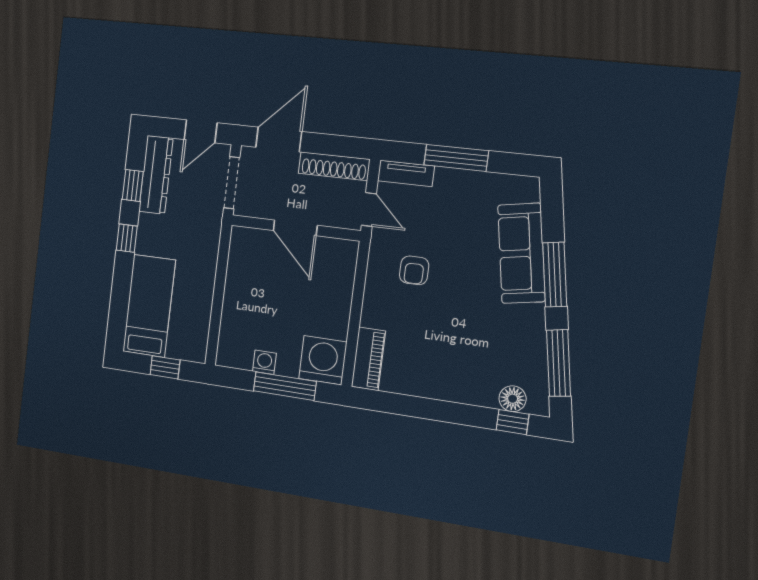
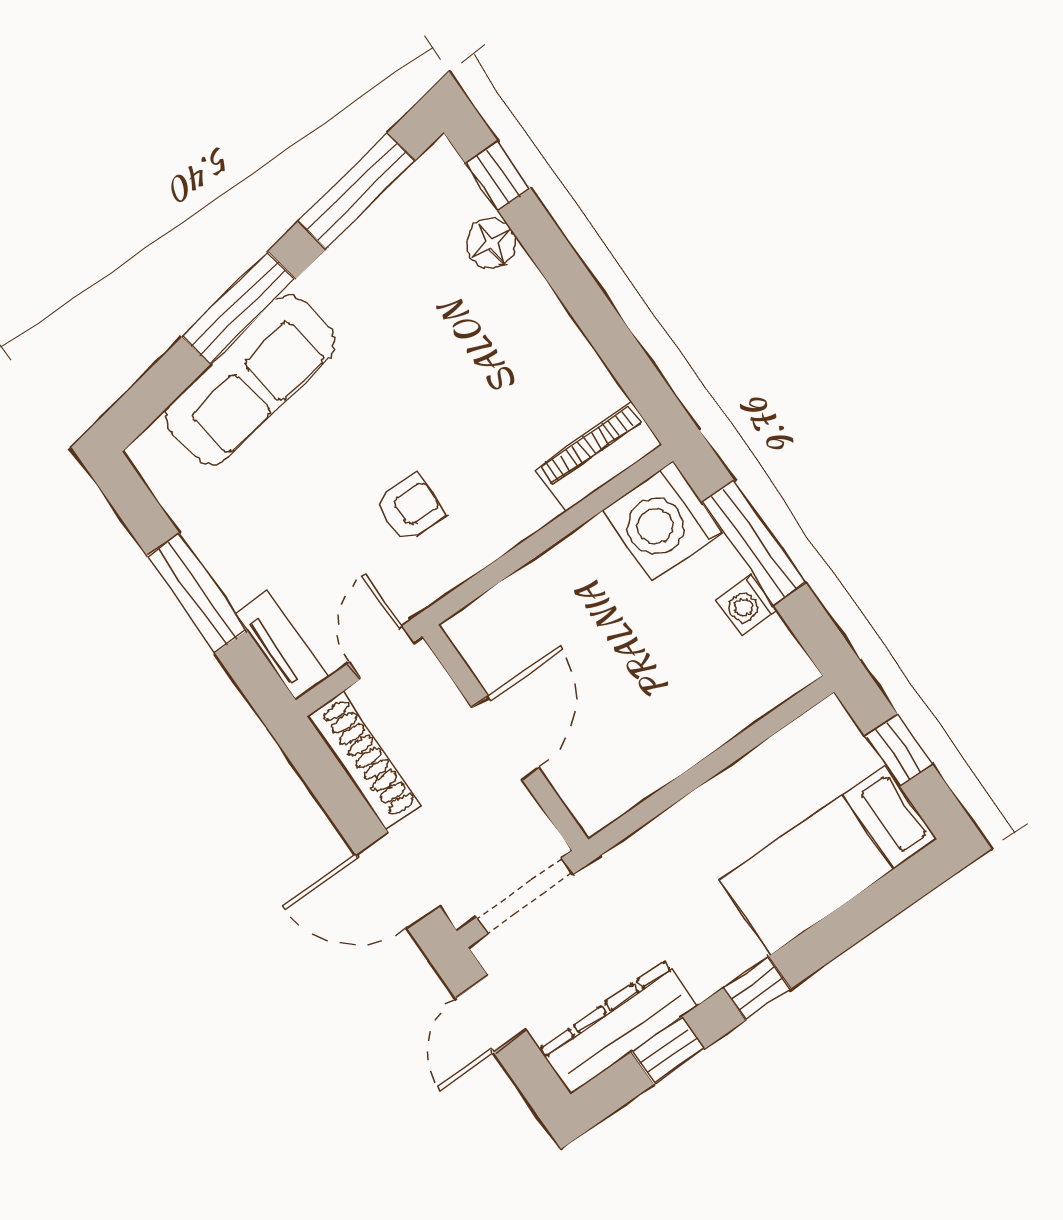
door: (201, 131) -> (491, 1014), swing flipped
floor lamp: (513, 399) -> (491, 243), moved

